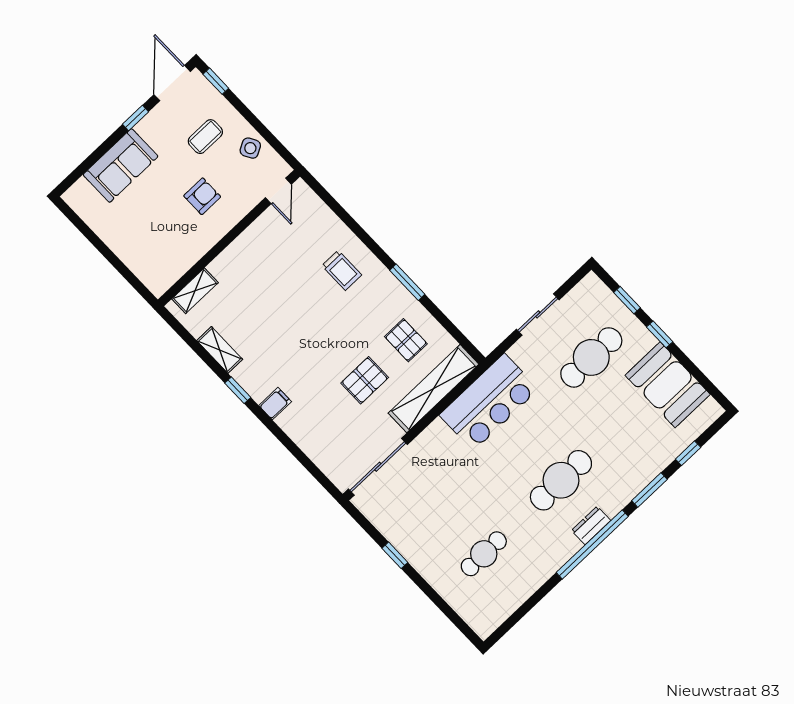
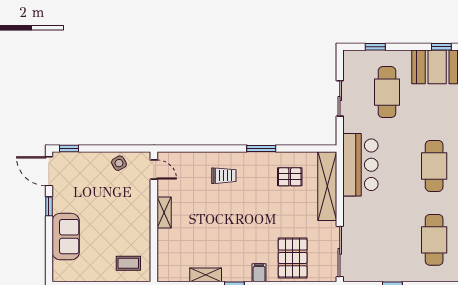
coffee table: (205, 137) -> (128, 263), moved, turned 90
armchair: (202, 196) -> (120, 210), removed
shelving: (195, 291) -> (164, 212), moved
window: (660, 334) -> (441, 47), moved
pallet: (365, 380) -> (293, 258), moved, width x1.50, depth x1.42
cafe table: (484, 554) -> (434, 240), width x1.37, depth x1.35

